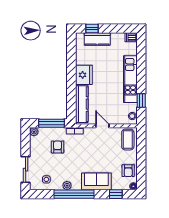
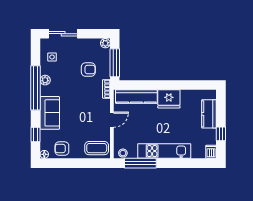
window: (92, 28) -> (221, 134), moved
window: (141, 100) -> (140, 163), width x2.17

